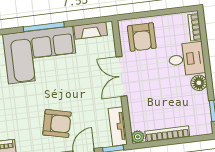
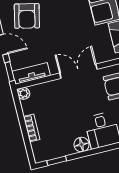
bookcase: (167, 134) -> (32, 128), width x0.64

